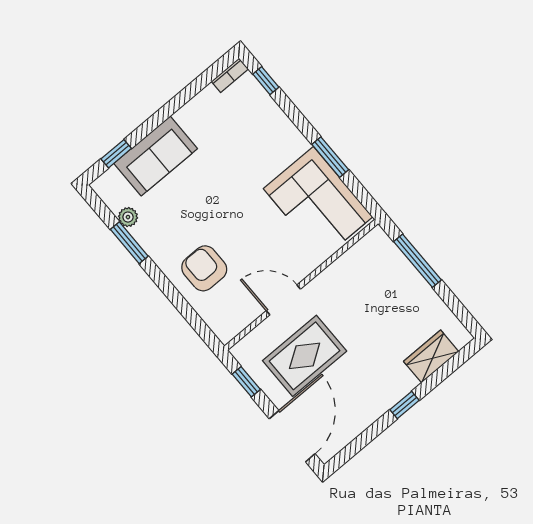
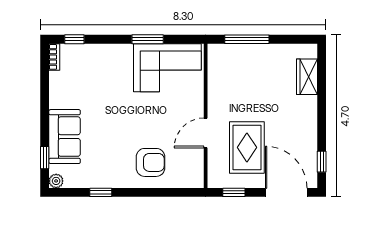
plant: (128, 217) -> (56, 181), moved
window: (129, 243) -> (101, 192), width x0.67
armchair: (204, 268) -> (150, 162), turned 180
window: (404, 405) -> (322, 162), moved

